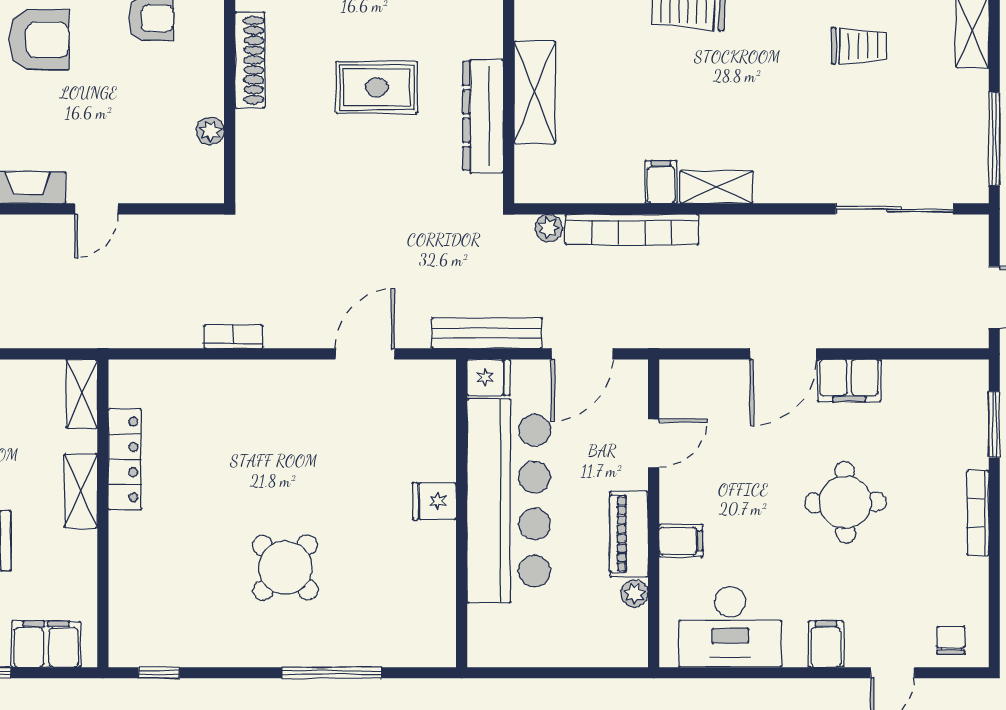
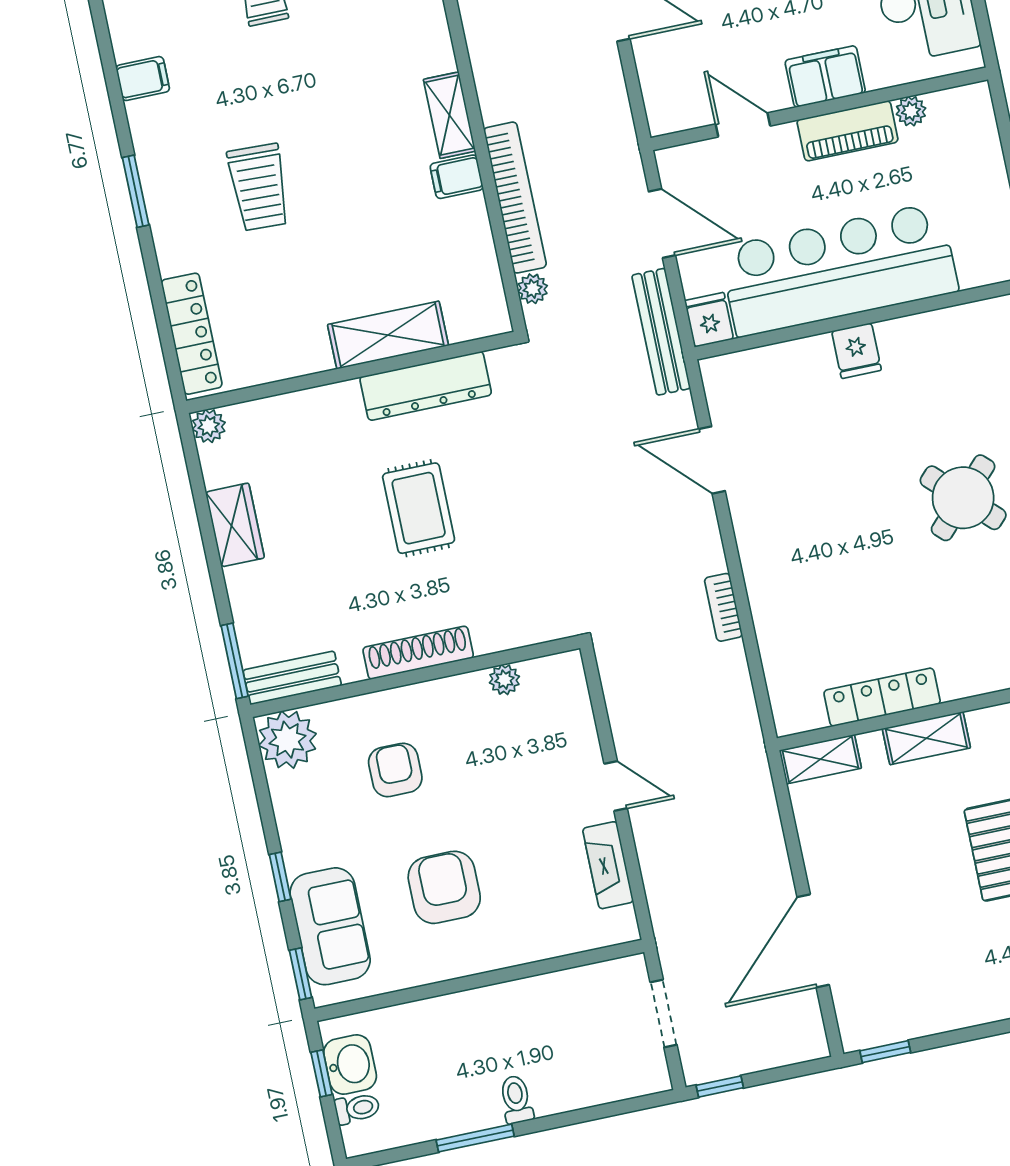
filing cabinet: (681, 541) -> (825, 76), width x2.00

